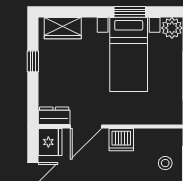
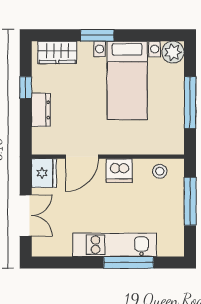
window: (130, 12) -> (97, 35), moved
dresser: (54, 116) -> (41, 110), moved, turned 90
stool: (165, 163) -> (160, 171), moved

